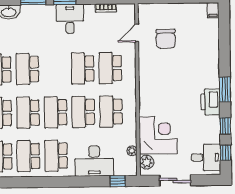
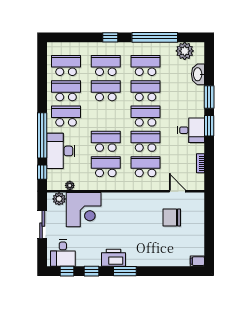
school desk: (56, 112) -> (146, 116), moved
window: (78, 182) -> (42, 135), added

